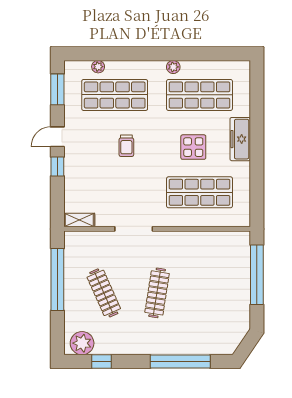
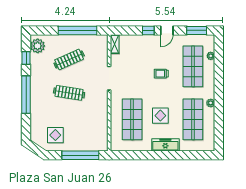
door: (57, 137) -> (167, 30), swing flipped
display table: (224, 315) -> (55, 135), added
window: (180, 361) -> (26, 95), moved

